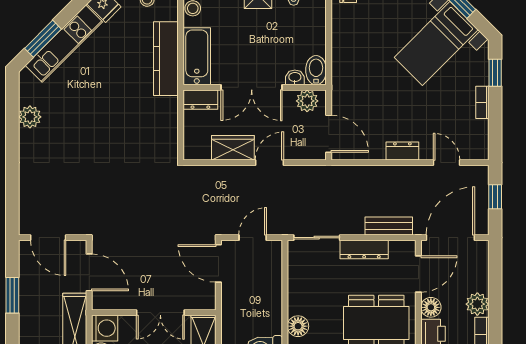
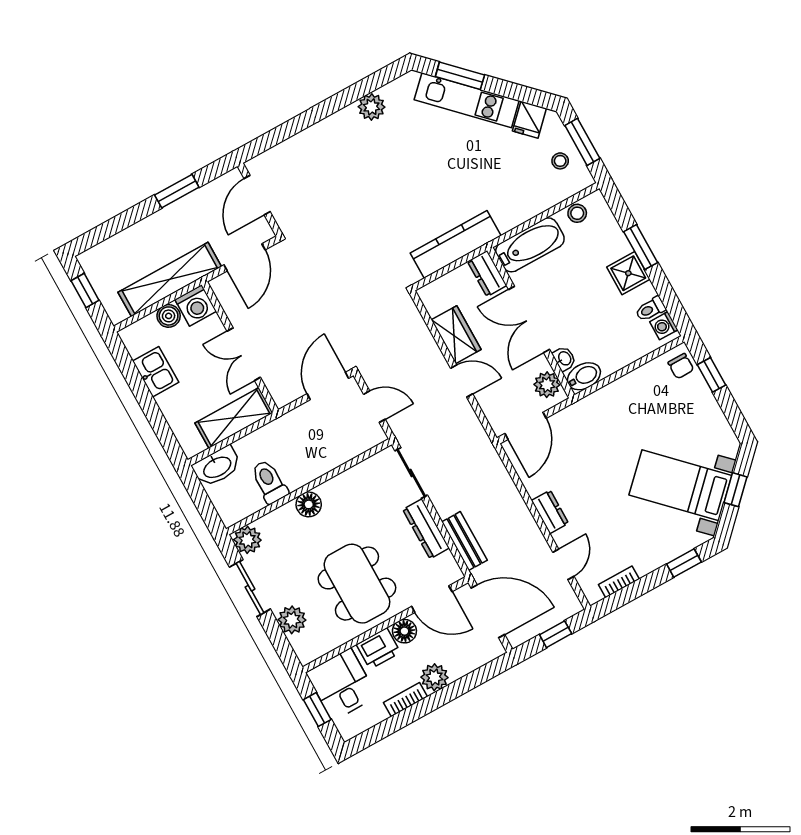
kitchen counter: (166, 59) -> (456, 244), moved
bookcase: (482, 102) -> (619, 582), moved

